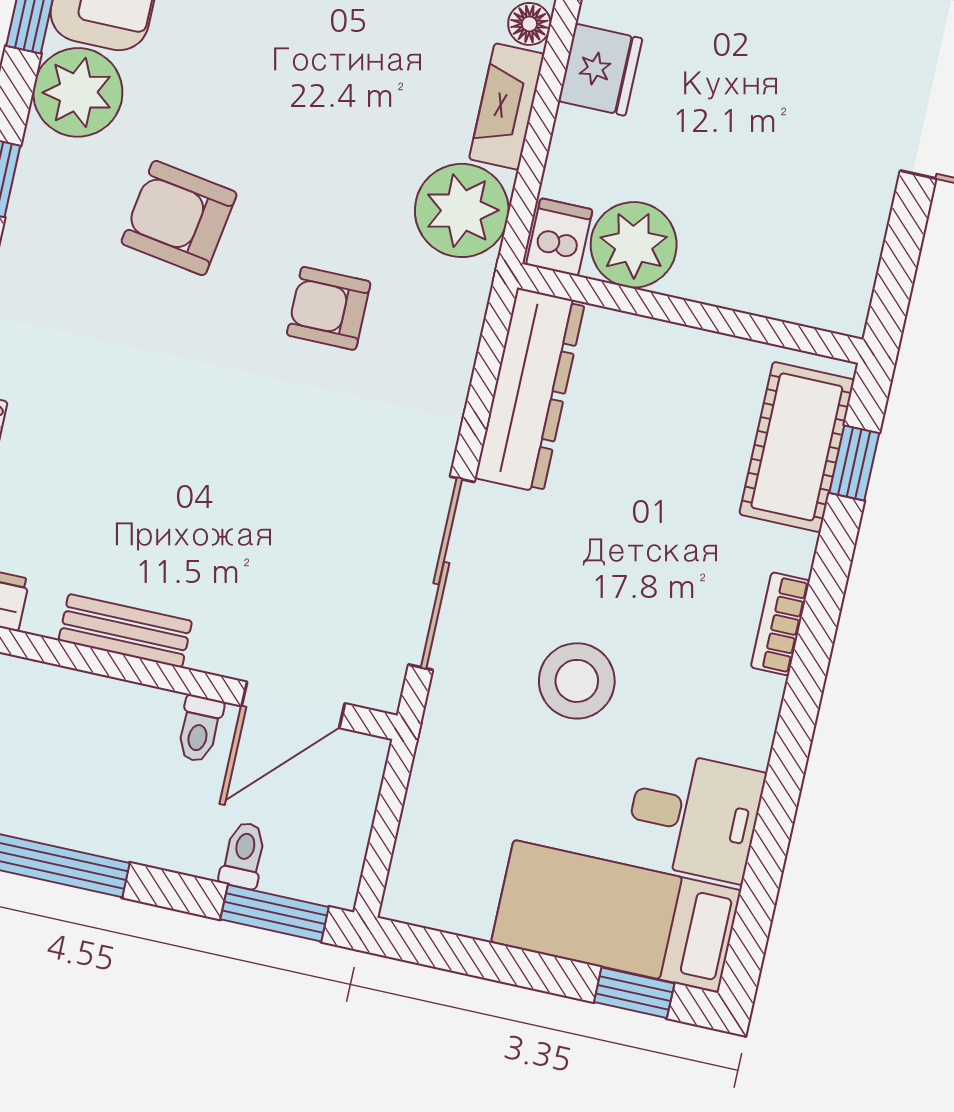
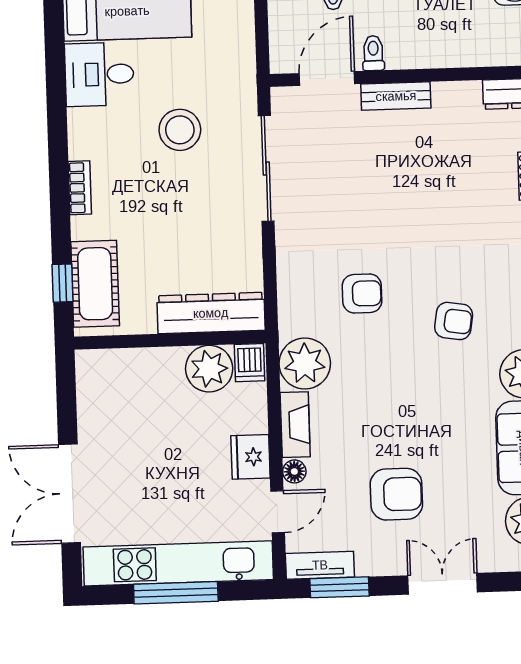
armchair: (179, 218) -> (454, 321), width x0.72, depth x0.72
dresser: (530, 390) -> (211, 313), moved, turned 90
bench: (125, 631) -> (396, 96), moved

